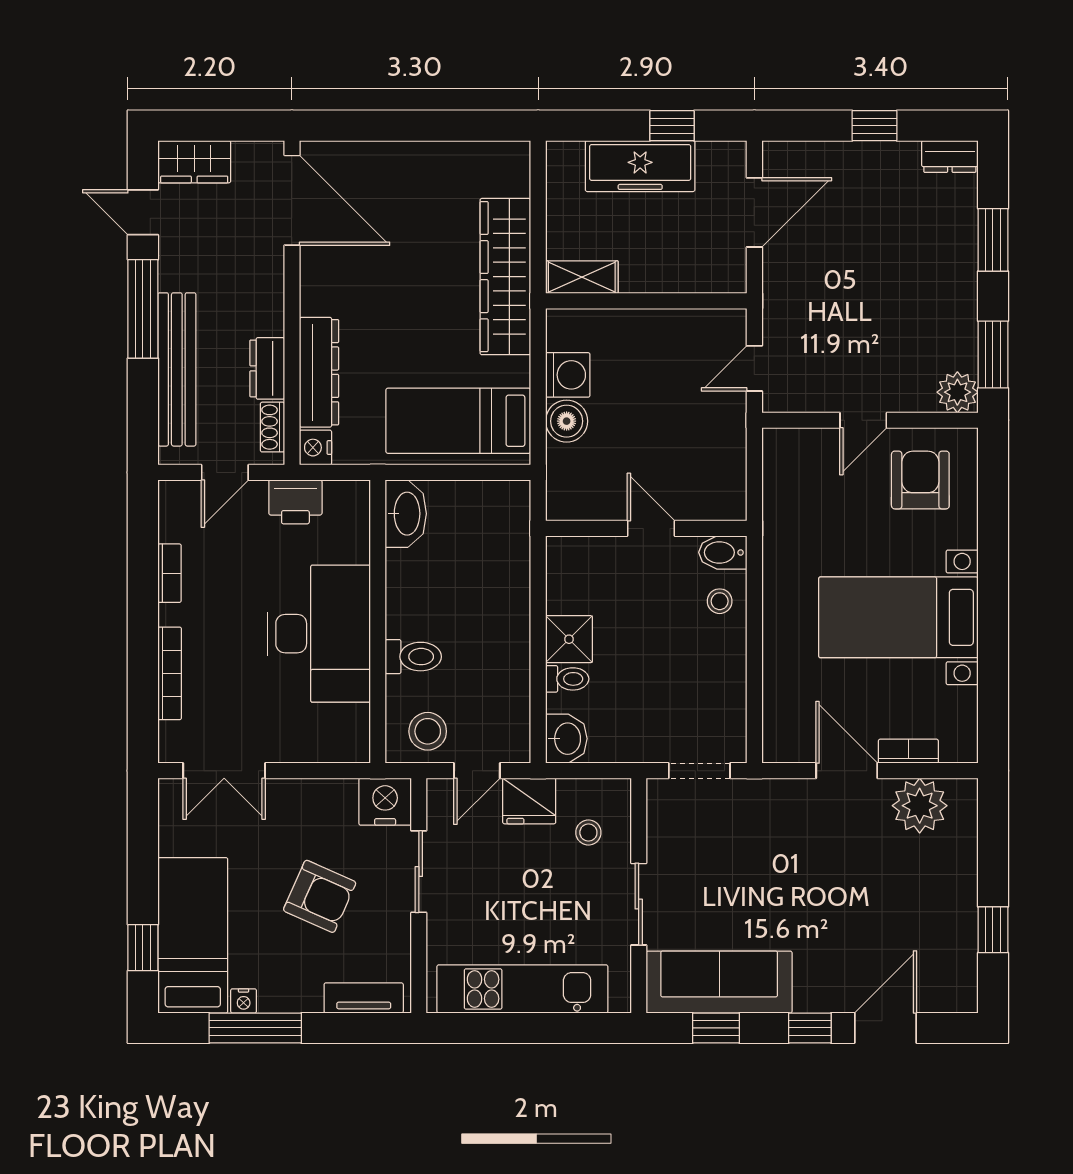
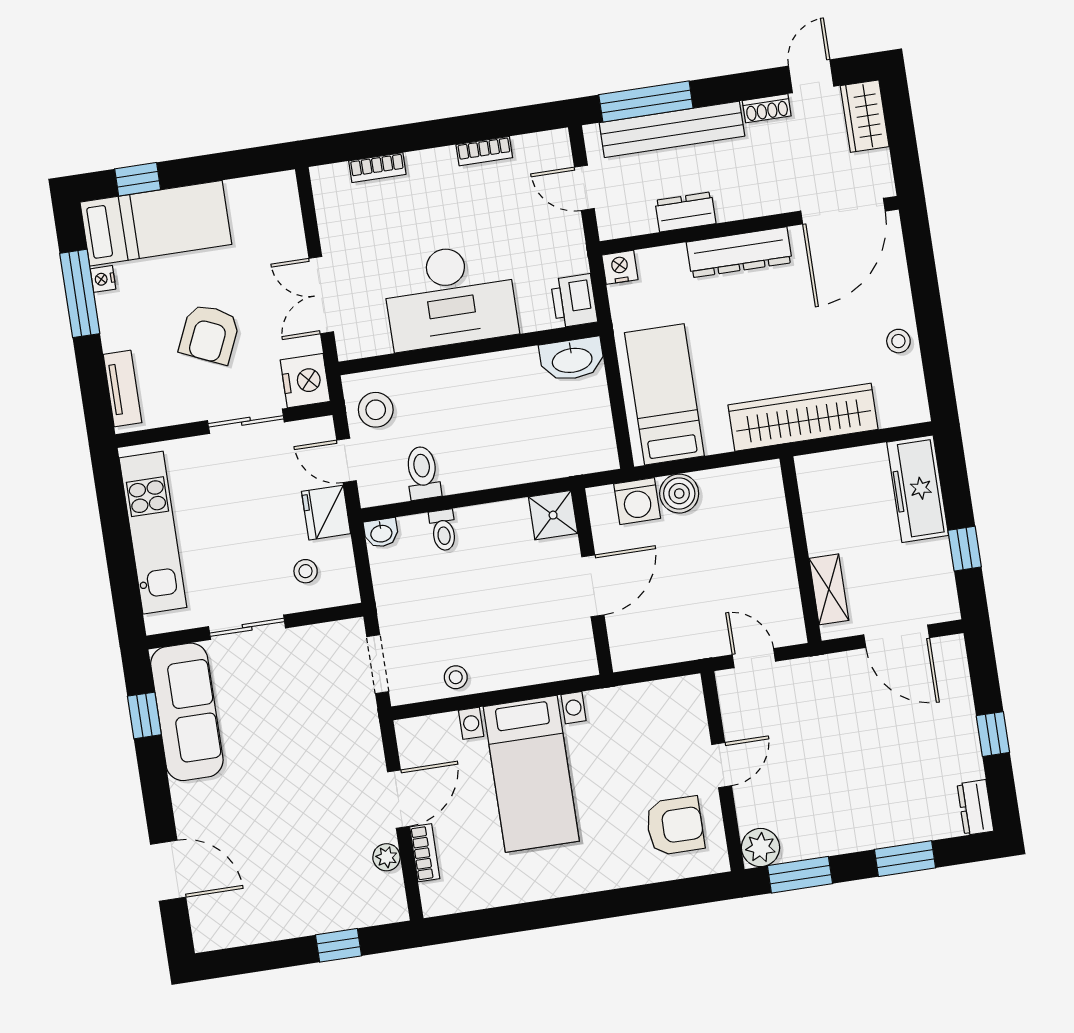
stool: (440, 162) -> (898, 341), added
freezer: (640, 166) -> (918, 489), moved
shelving: (582, 277) -> (829, 589), moved
window: (143, 309) -> (646, 101), moved
dresser: (319, 372) -> (739, 252), moved
washing machine: (568, 375) -> (637, 501), moved
door: (863, 420) -> (722, 765), swing flipped
shoe rack: (272, 427) -> (767, 108), moved, turned 180
printer: (295, 502) -> (574, 301), moved
door: (651, 528) -> (593, 586), width x1.38
bidet: (723, 552) -> (581, 655), removed
stool: (720, 601) -> (456, 677), moved
bed with nightstands: (898, 617) -> (531, 774), moved, turned 180
shower: (569, 639) -> (553, 515), moved
toilet: (413, 657) -> (423, 473), moved, turned 180
bookcase: (170, 673) -> (377, 168), width x0.64
washbasin: (566, 739) -> (381, 533), width x0.72, depth x0.69
double door: (224, 771) -> (321, 295), moved
plant: (920, 806) -> (386, 857), width x0.53, depth x0.53
window: (993, 930) -> (338, 945), moved
window: (810, 1028) -> (158, 801), removed

